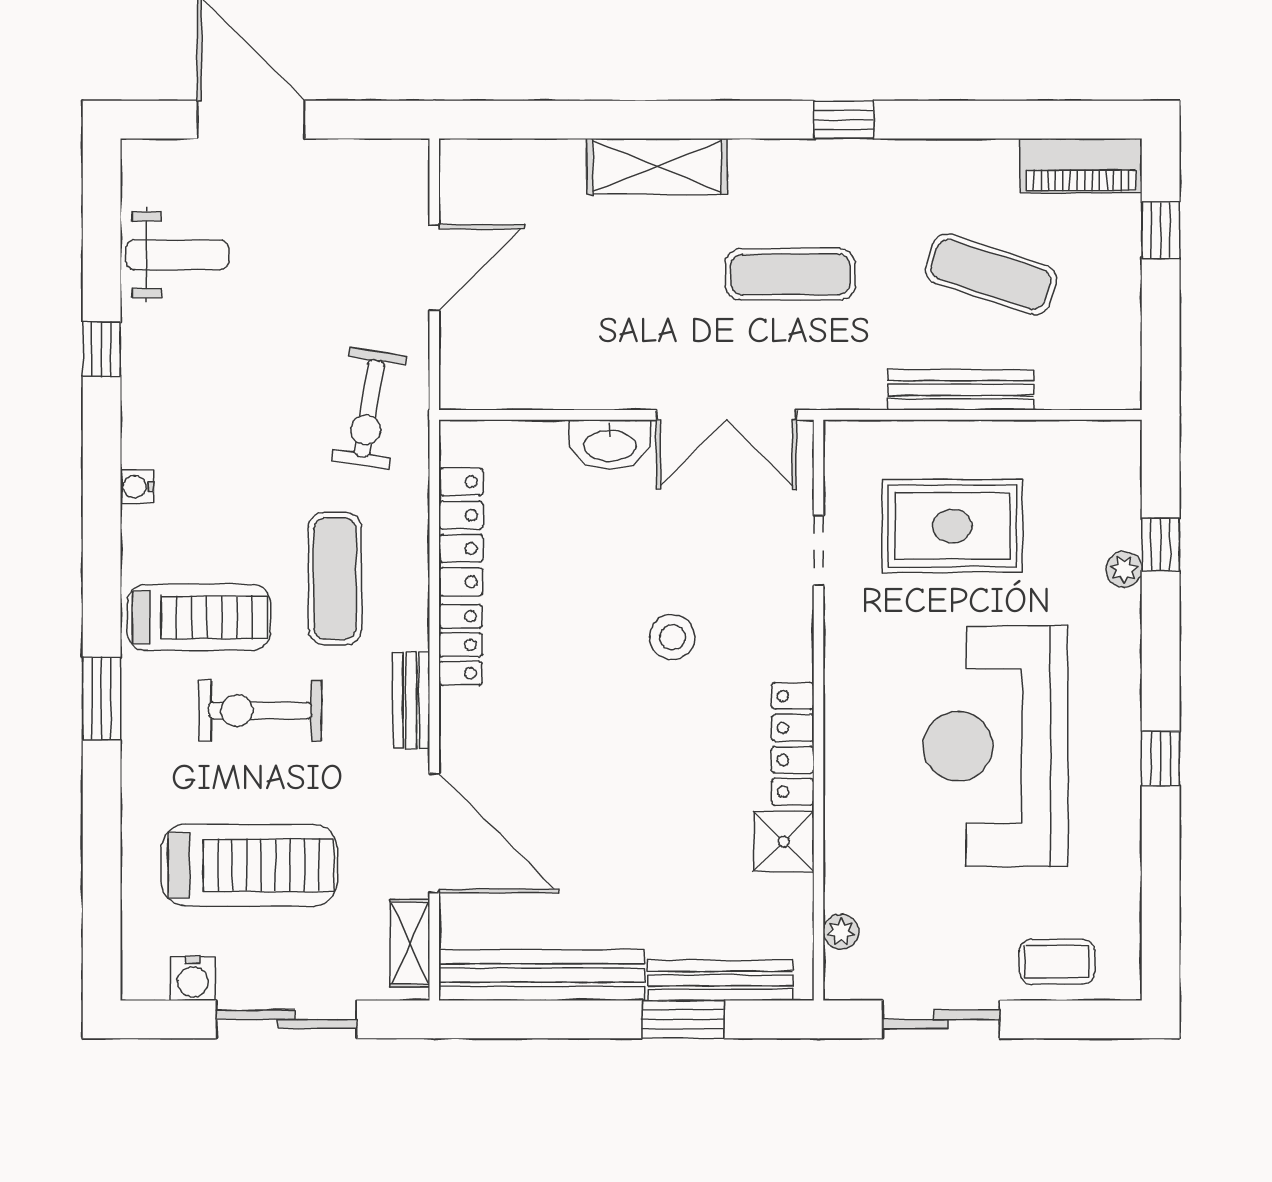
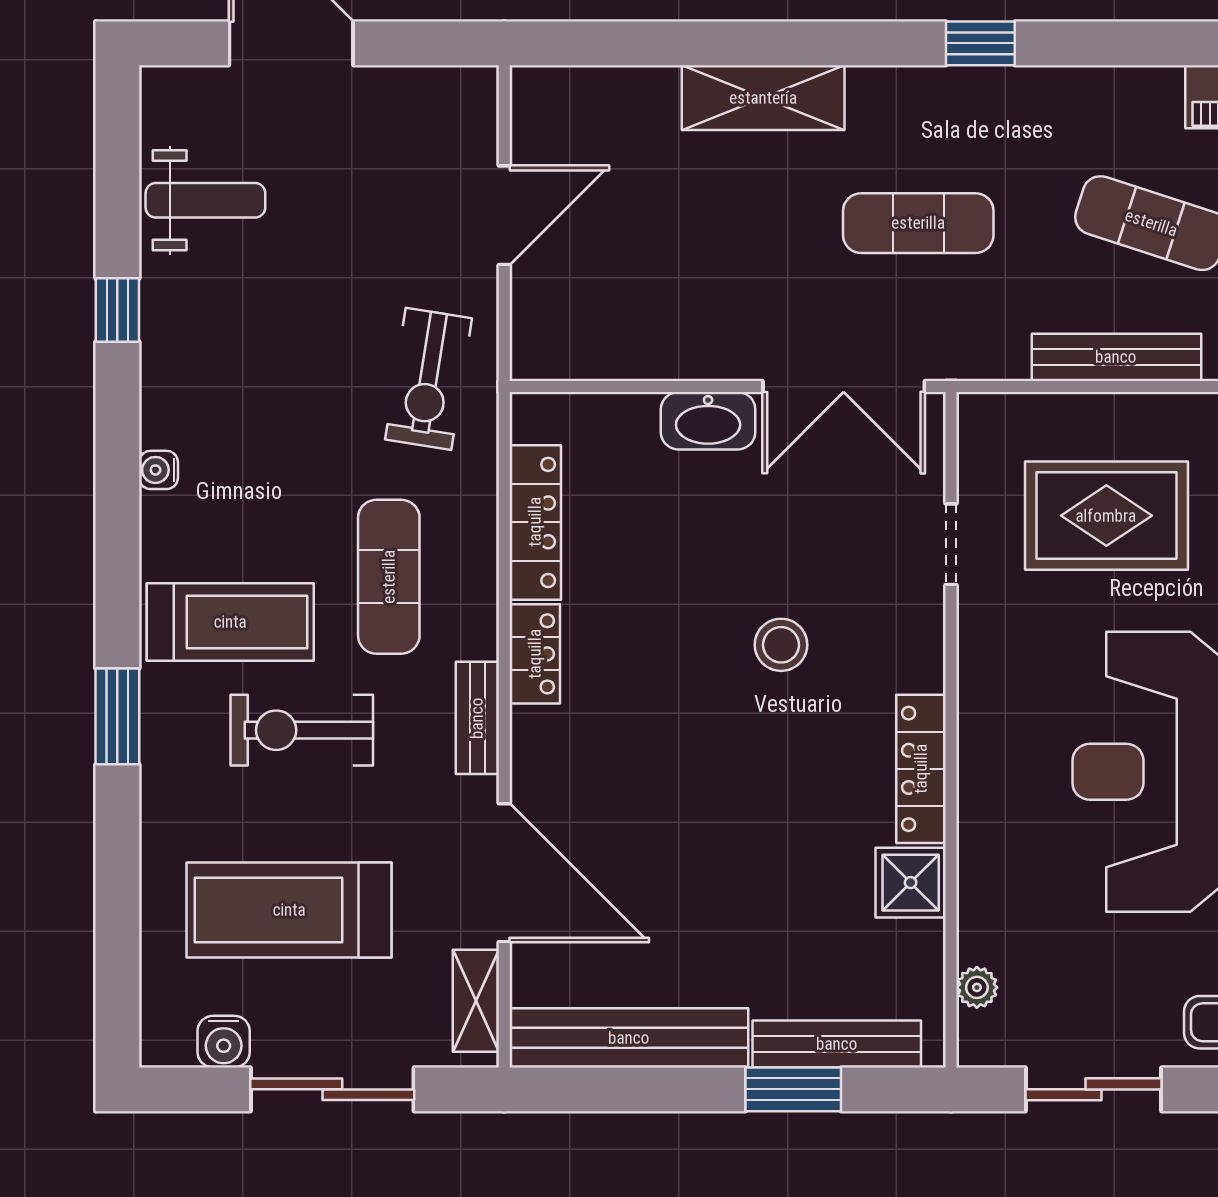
treadmill: (249, 865) -> (289, 910), turned 180

